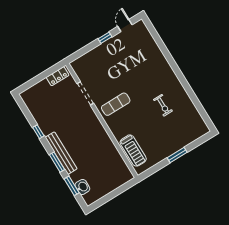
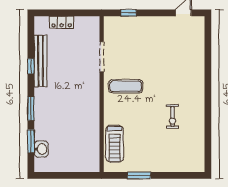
window: (105, 38) -> (129, 13), moved
locker: (58, 76) -> (62, 22), moved
bench: (61, 153) -> (41, 61), moved
window: (177, 155) -> (139, 175), moved

